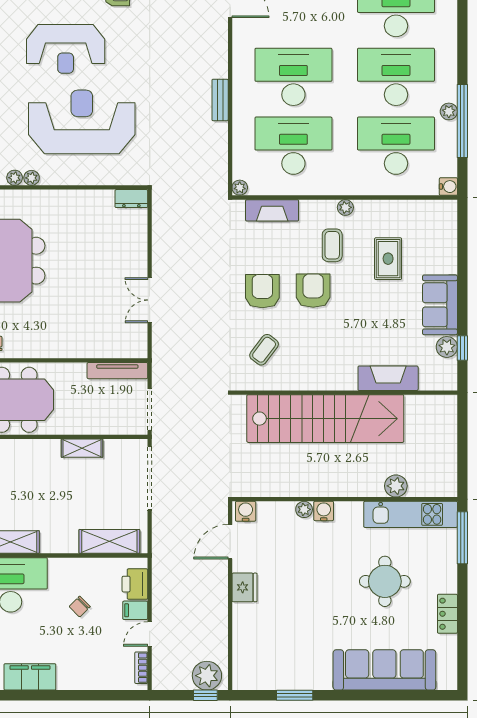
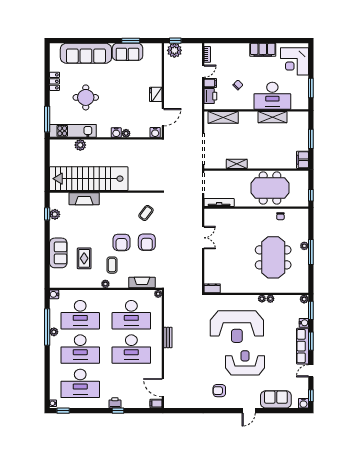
sofa: (440, 305) -> (58, 253), moved
stairs: (325, 419) -> (89, 179), moved
sofa: (301, 673) -> (127, 52), added

